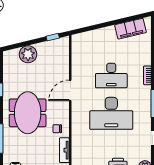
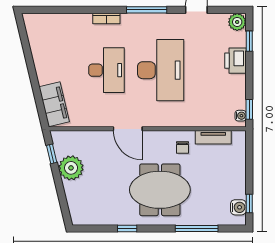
filing cabinet: (130, 29) -> (54, 104), moved
plant: (28, 54) -> (71, 168), moved

